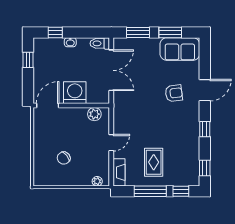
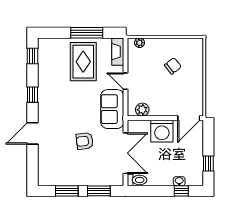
washbasin: (70, 42) -> (179, 181), moved
sofa: (180, 49) -> (112, 109), moved, turned -90
double door: (111, 70) -> (125, 153), swing flipped
armchair: (174, 93) -> (85, 141), moved
door: (111, 143) -> (125, 81), hinge flipped
rug: (154, 162) -> (83, 62), width x1.36, depth x1.43
window: (181, 191) -> (56, 33), removed

